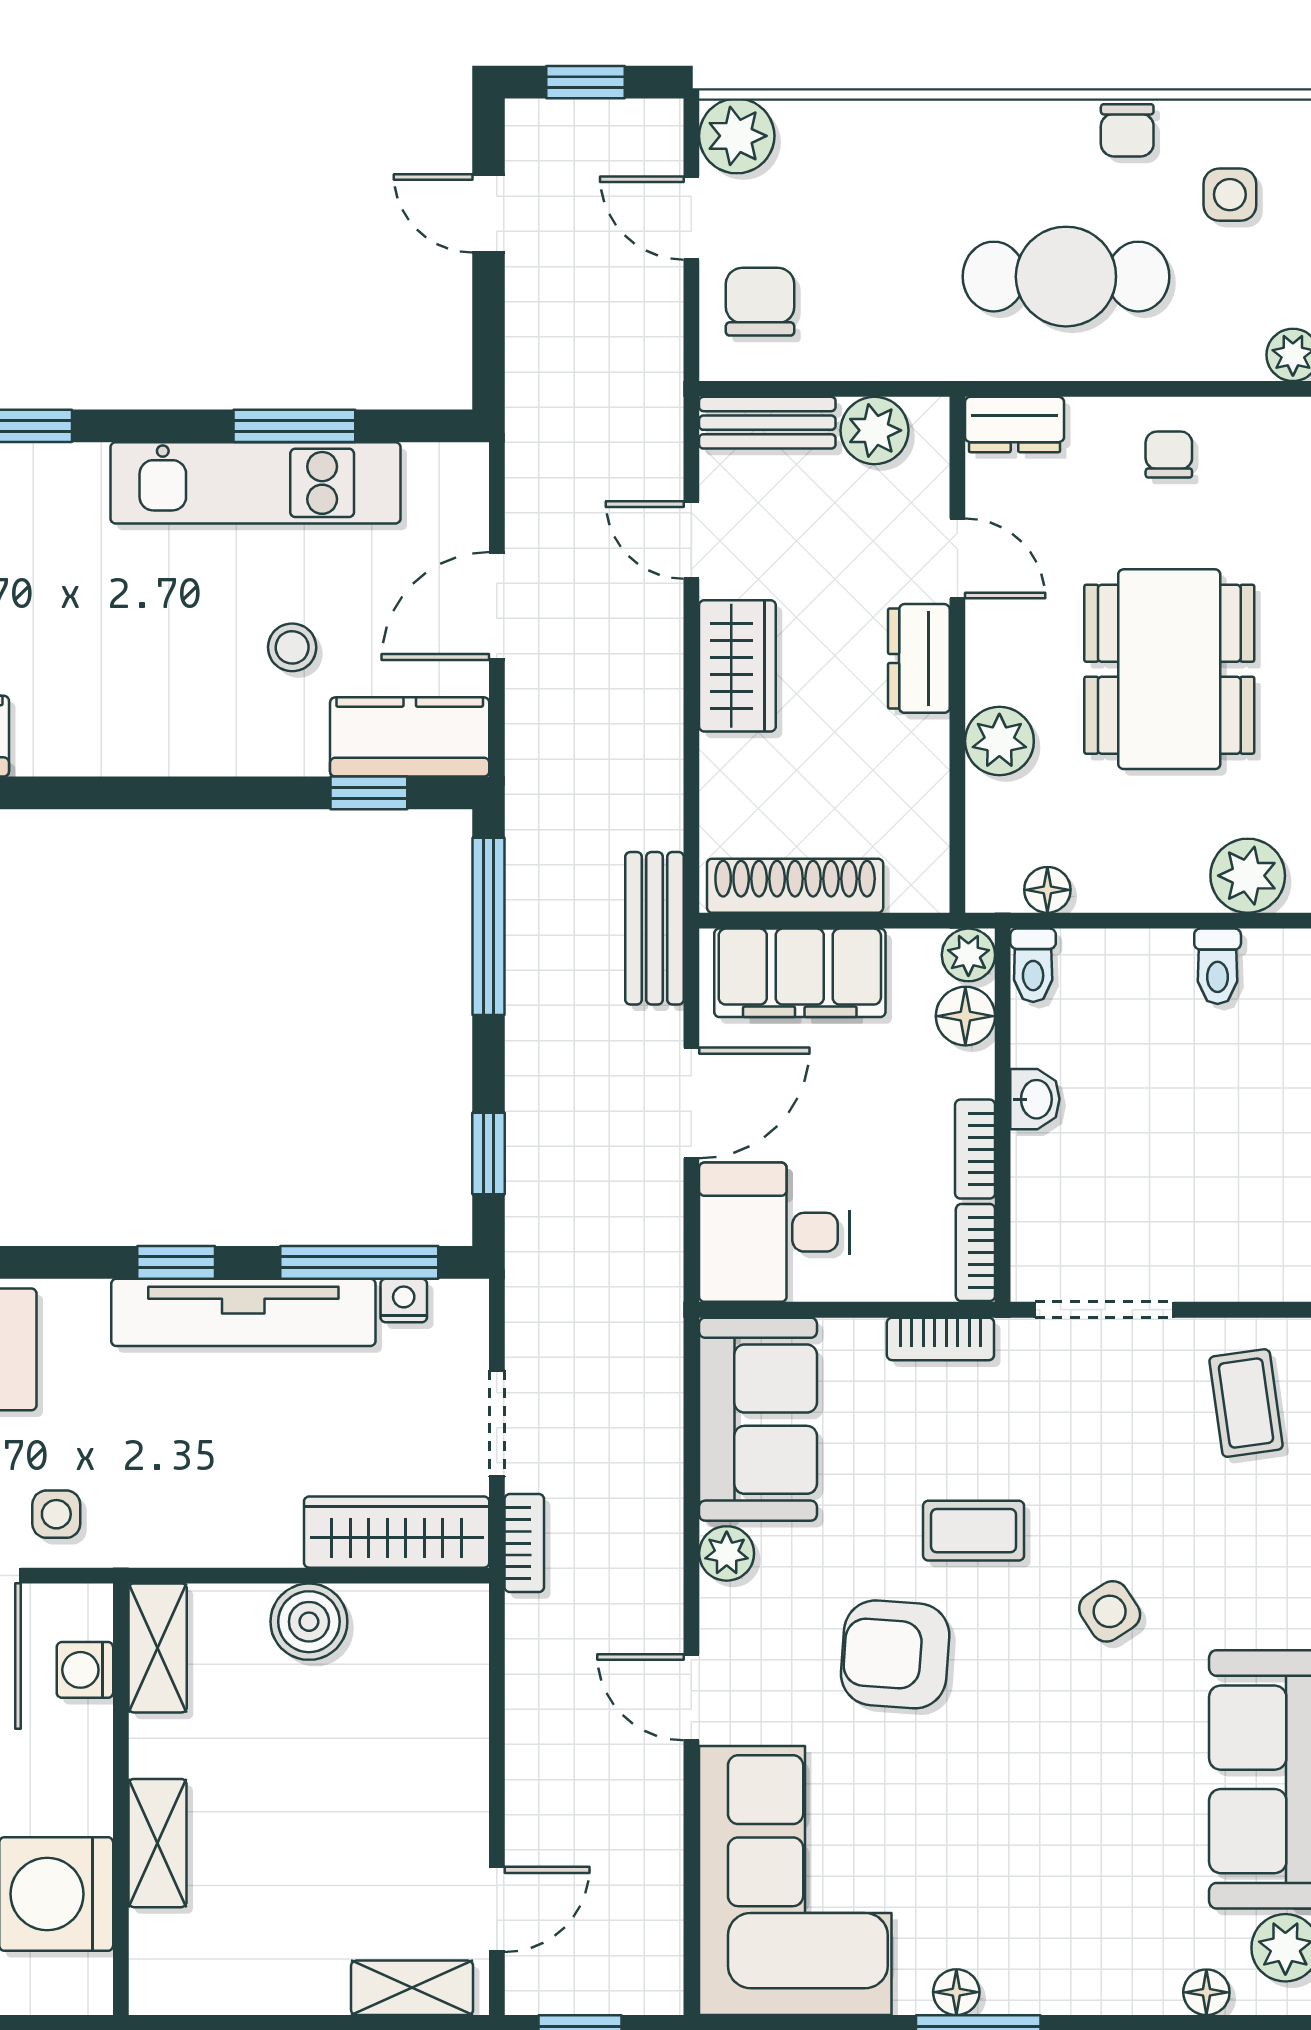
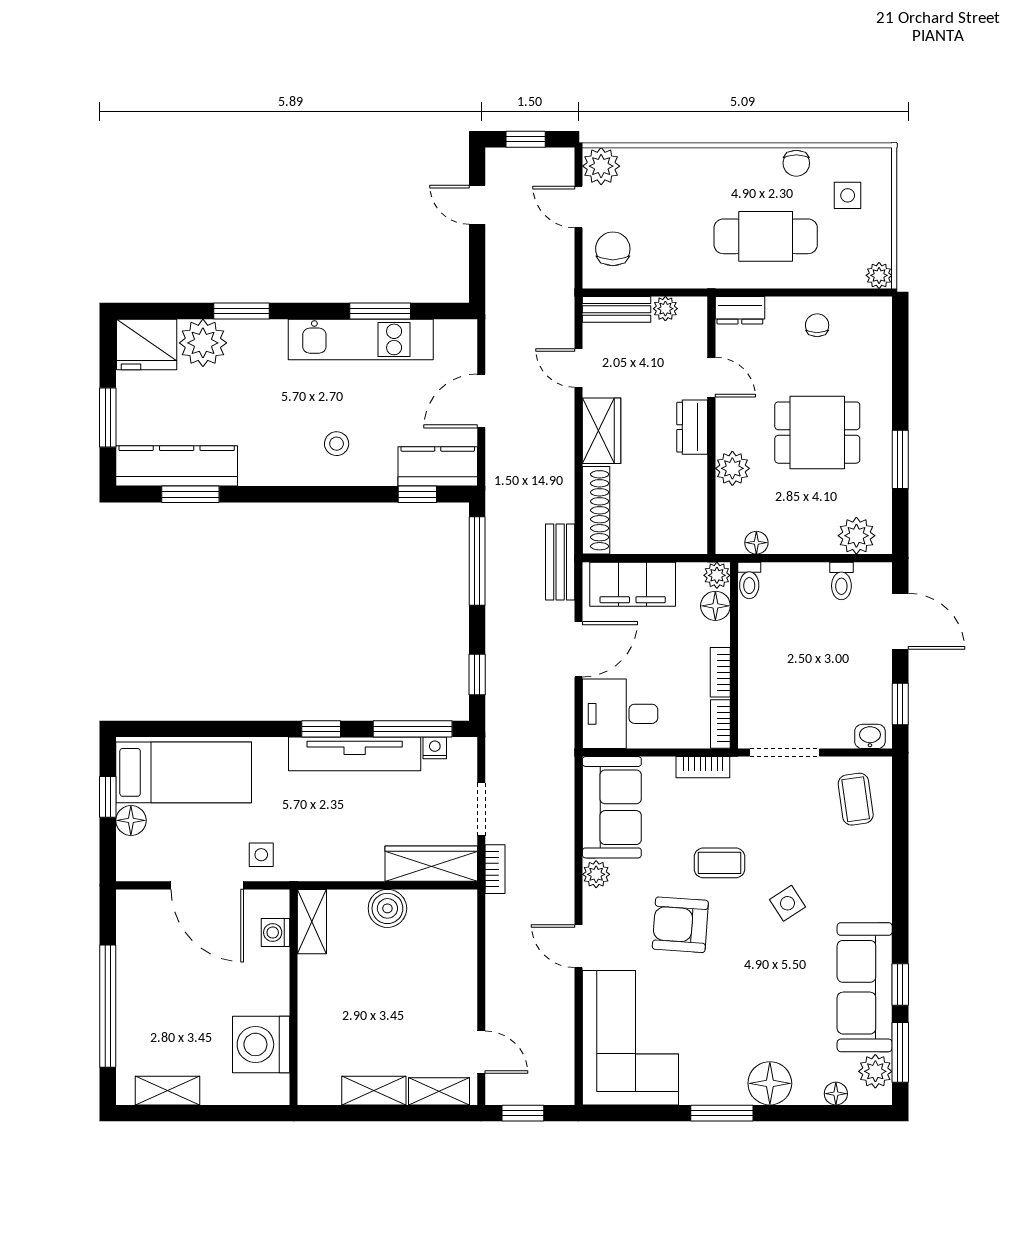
plant: (874, 430) -> (665, 309), width x0.73, depth x0.73
stool: (292, 647) -> (337, 444), moved
dining table: (1169, 669) -> (817, 433), width x0.73
shoe rack: (795, 886) -> (596, 510), moved, turned 90
washbasin: (1035, 1099) -> (870, 736), moved, turned -90
shelving: (157, 1843) -> (374, 1091), moved, turned 90
door: (497, 1909) -> (481, 1052), hinge flipped
floor lamp: (956, 1992) -> (770, 1083), moved, width x1.89, depth x1.89

